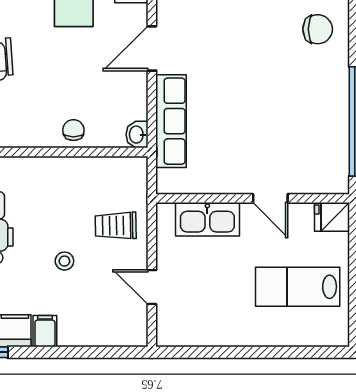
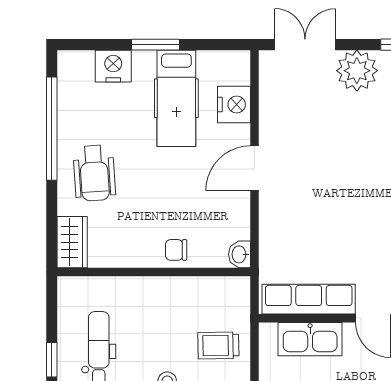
row of seats: (171, 121) -> (309, 299), moved, turned -90
chair: (73, 130) -> (176, 250), turned -90

